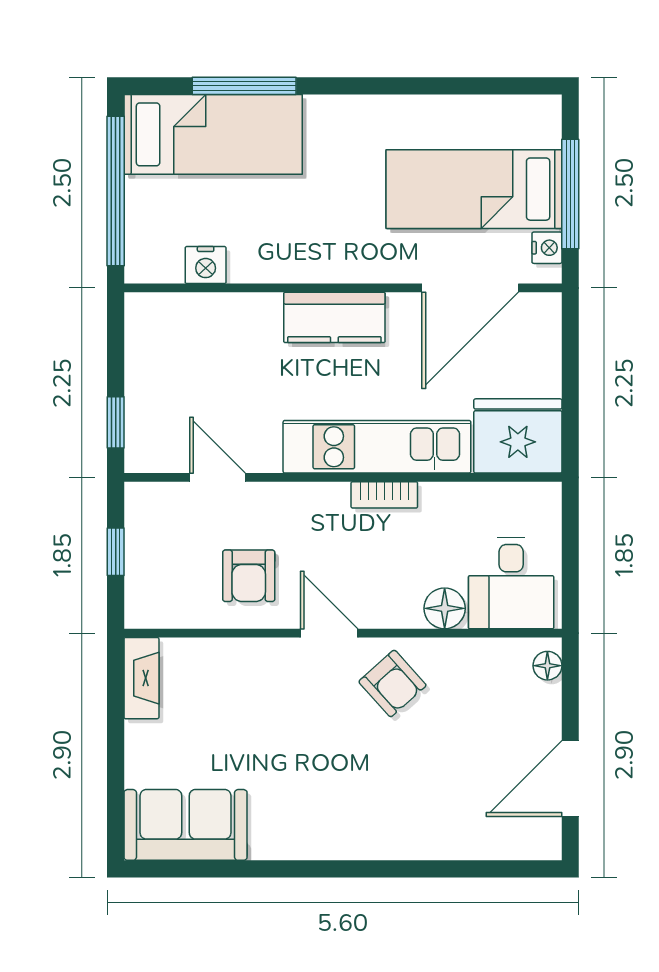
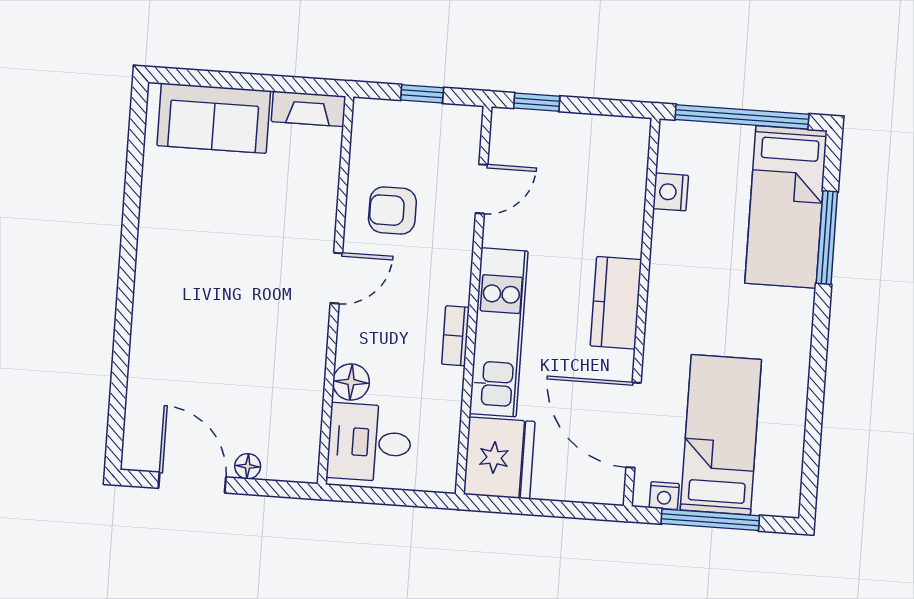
floor lamp: (547, 666) -> (248, 466), moved
armchair: (392, 683) -> (288, 331), removed
sofa: (185, 825) -> (214, 118), moved, turned 90

